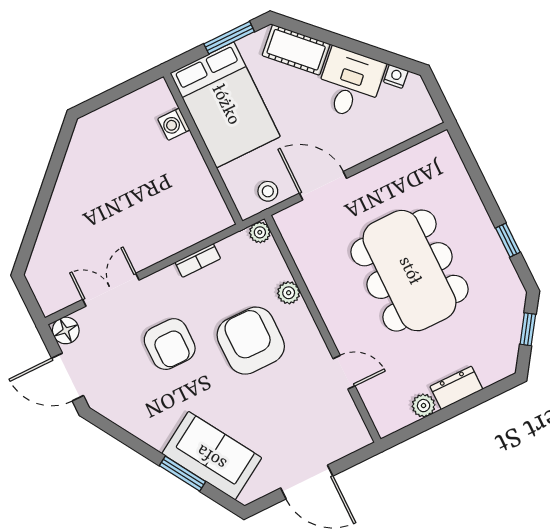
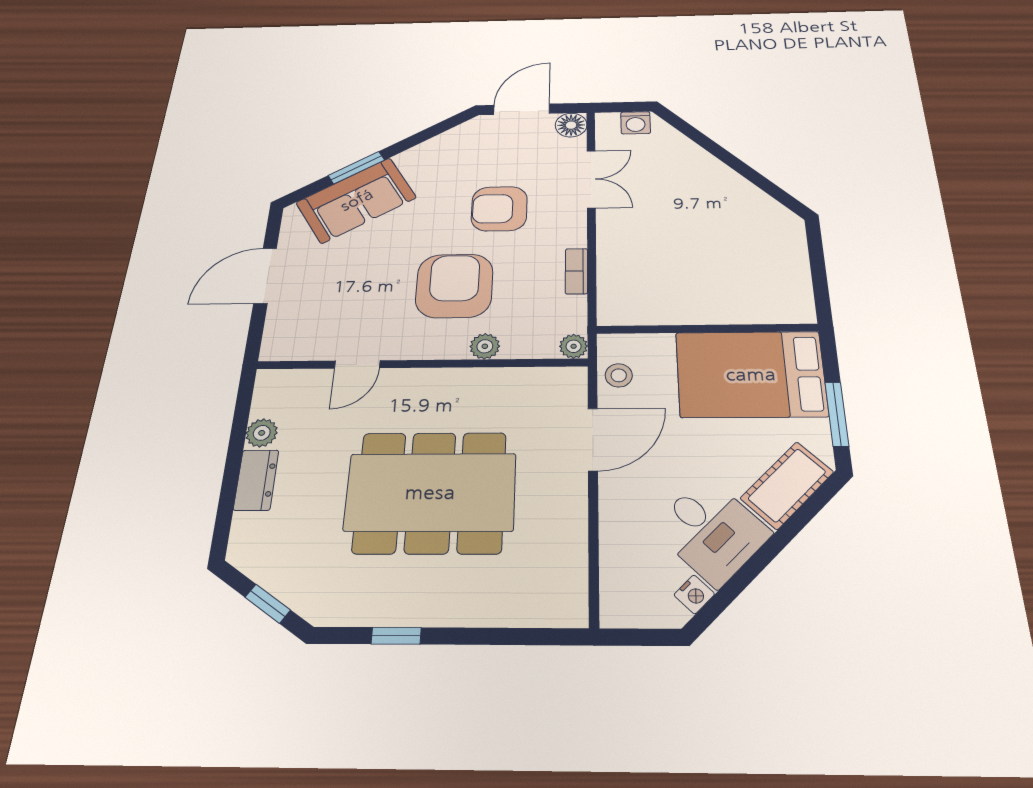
washing machine: (174, 124) -> (636, 123), moved, turned 180
armchair: (251, 341) -> (454, 286), turned -90

